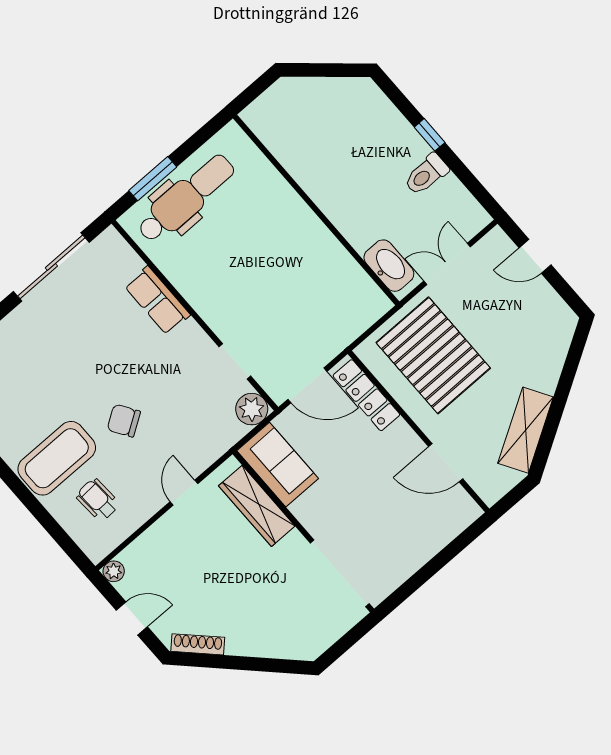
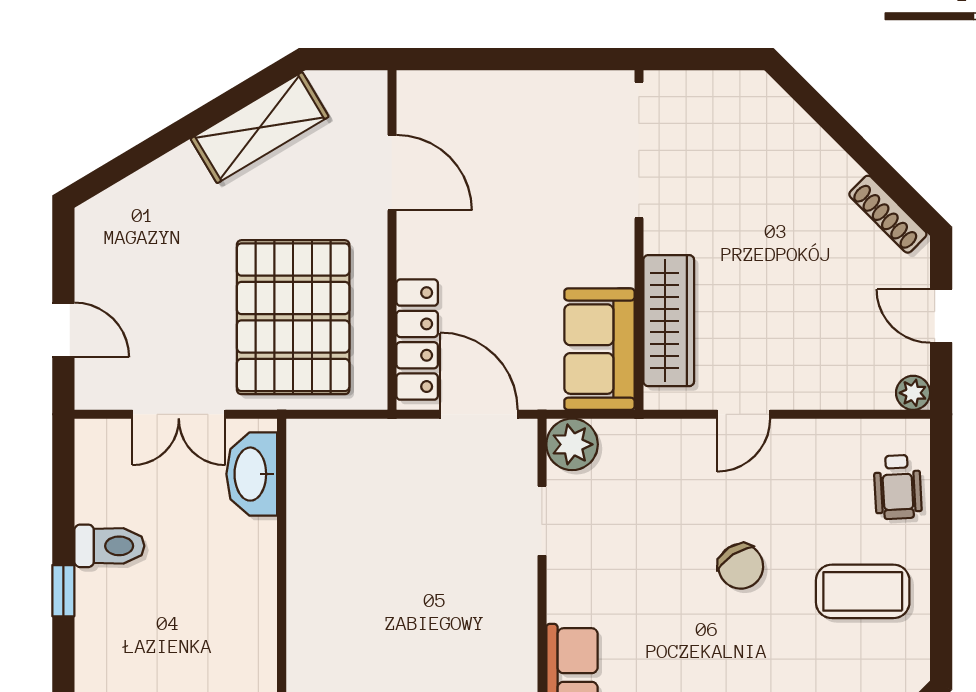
coffee table: (57, 458) -> (863, 591), width x0.73, depth x0.76
wheelchair: (98, 500) -> (898, 487), moved

